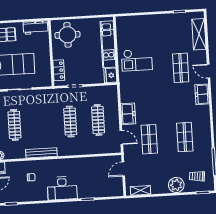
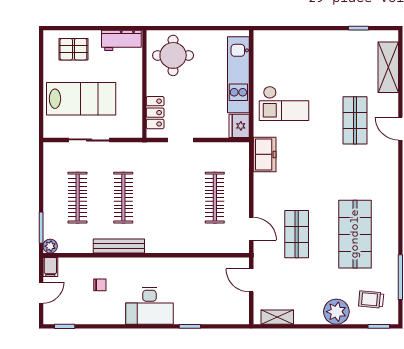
freezer: (202, 94) -> (388, 166), removed
freezer: (128, 114) -> (265, 154), moved
clothes rail: (70, 122) -> (123, 198), moved
shop shelf: (185, 137) -> (355, 234), width x1.43, depth x1.36
door: (123, 169) -> (251, 280), hinge flipped

